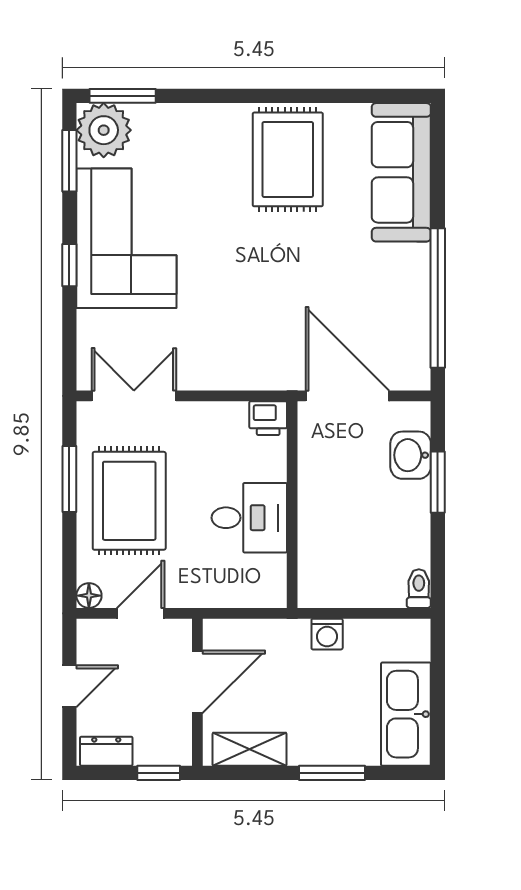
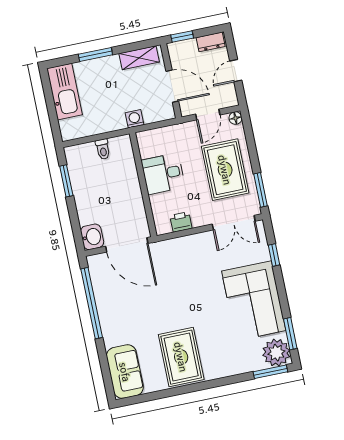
sofa: (401, 172) -> (125, 372), width x0.73
window: (69, 265) -> (274, 255), moved
printer: (268, 418) -> (181, 222), moved
washbasin: (411, 455) -> (92, 237), moved
window: (69, 479) -> (261, 190), moved
window: (438, 482) -> (66, 181), moved
toilet: (419, 589) -> (103, 149), moved
washing machine: (327, 634) -> (135, 119), moved
door: (197, 682) -> (172, 86), swing flipped

